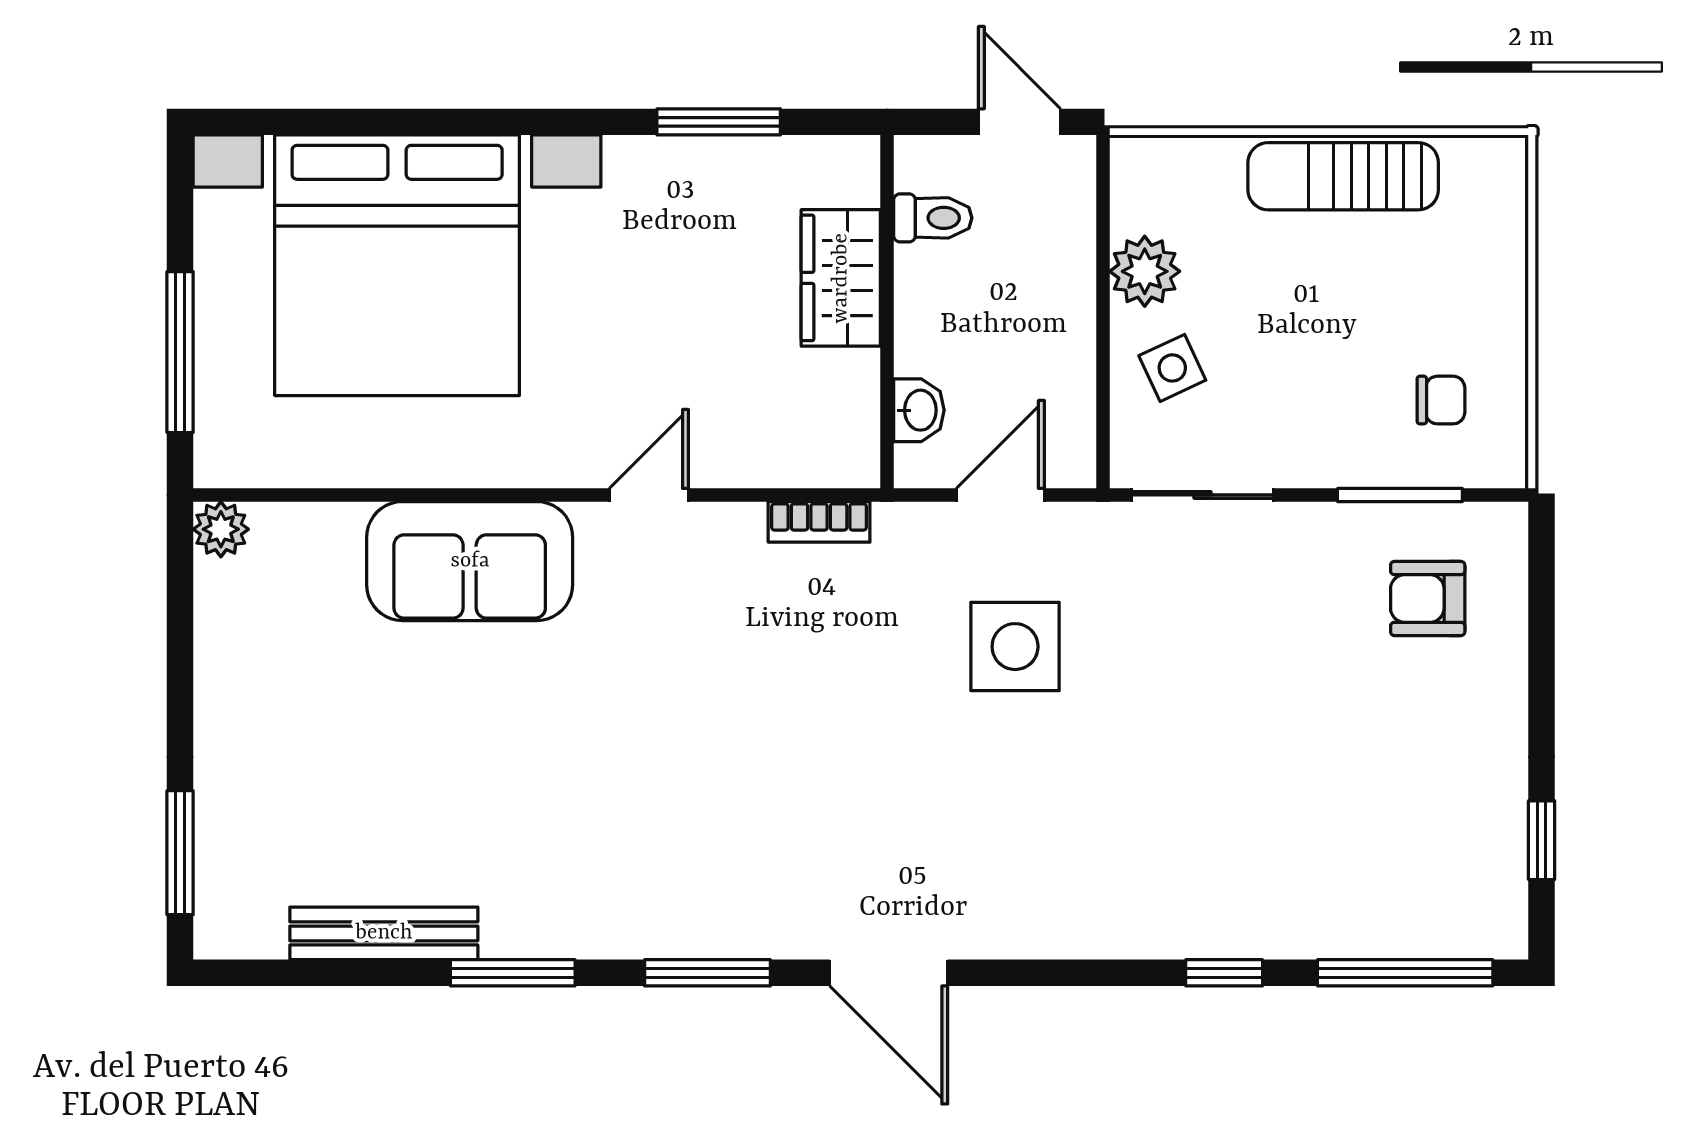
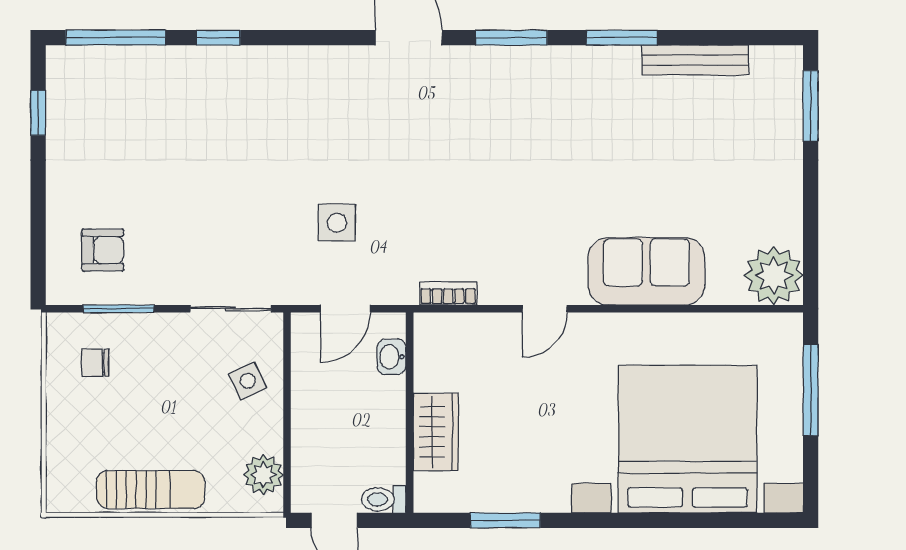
toilet: (933, 218) -> (384, 499), moved
plant: (1145, 271) -> (263, 475), moved
plant: (221, 529) -> (774, 276), width x1.87, depth x1.87
side table: (1015, 647) -> (337, 223), width x0.73, depth x0.73

